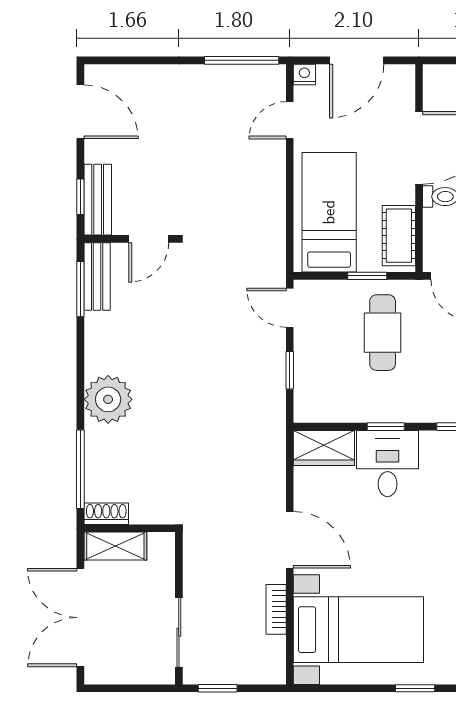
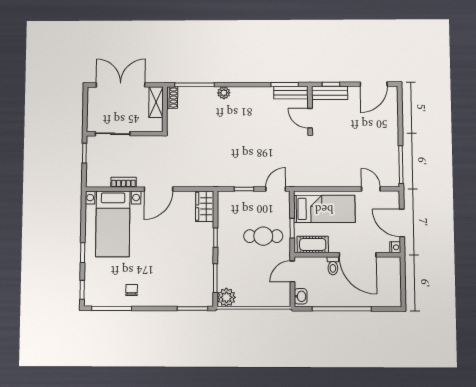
nightstand: (304, 74) -> (395, 247), moved
plant: (108, 399) -> (224, 93), width x0.53, depth x0.53
desk: (388, 464) -> (197, 239), removed

